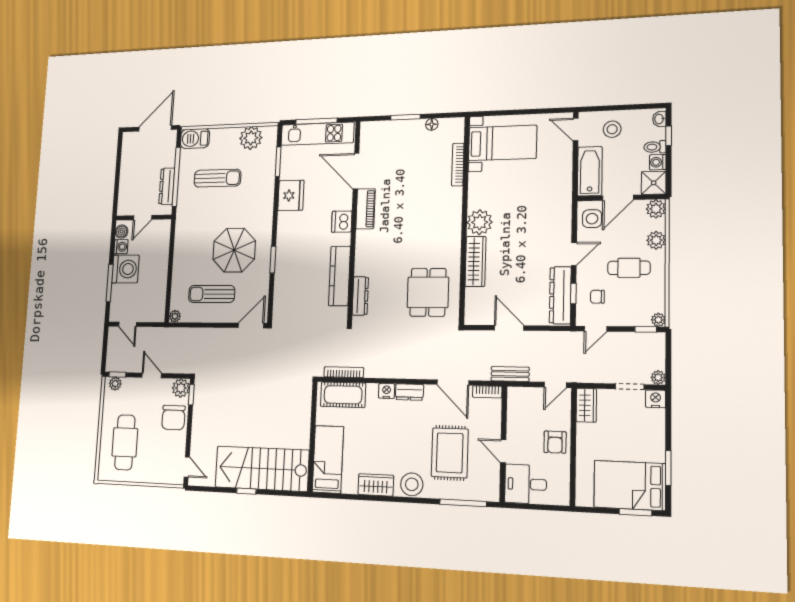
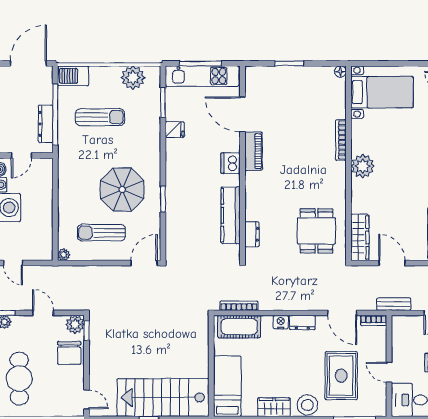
floor lamp: (432, 124) -> (340, 72), moved
bookcase: (458, 165) -> (341, 140), moved
fridge: (291, 195) -> (175, 130), width x0.53, depth x0.75
wardrobe: (475, 261) -> (360, 237), moved
dresser: (360, 296) -> (252, 234), width x0.70

